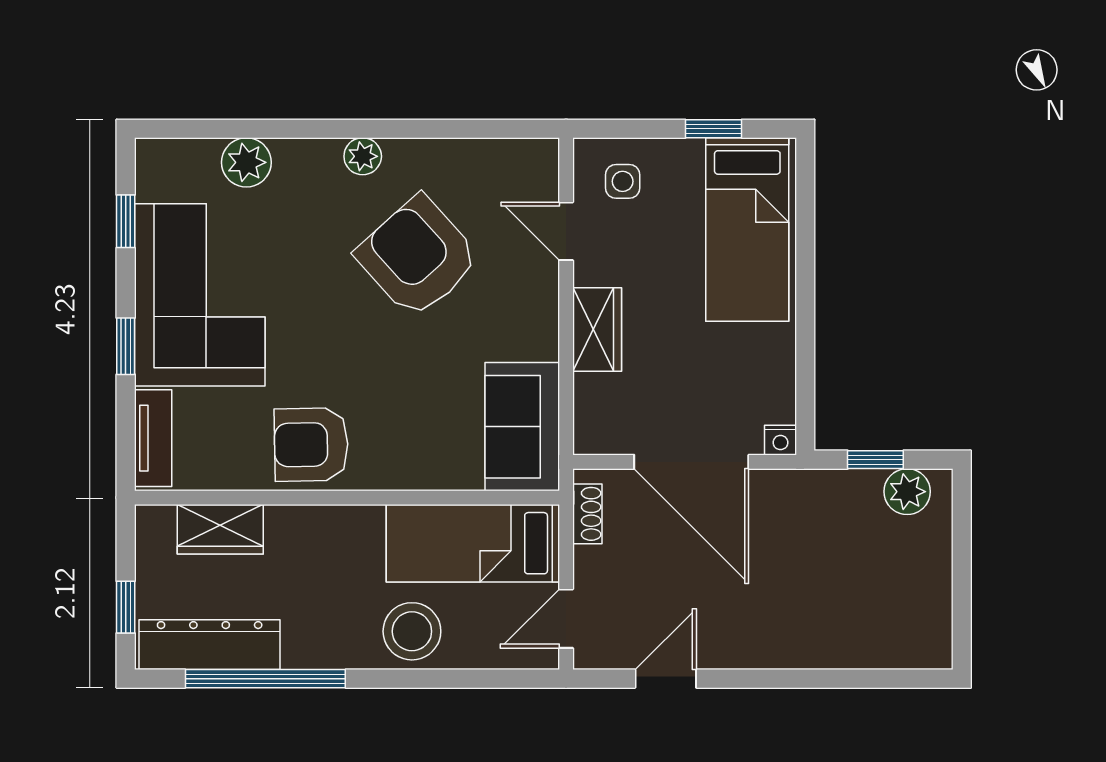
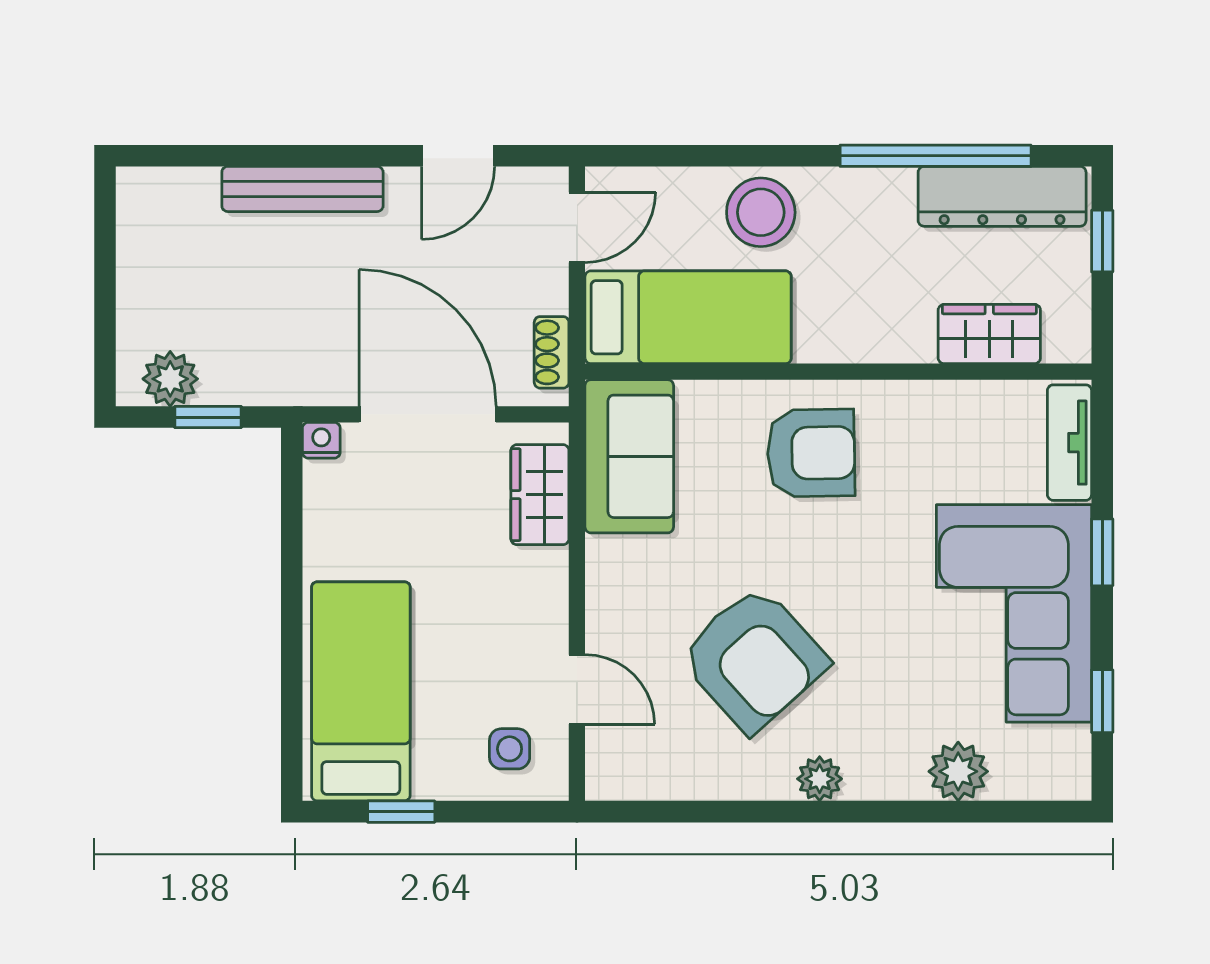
wardrobe: (597, 330) -> (540, 495), moved
armchair: (311, 445) -> (811, 453), moved
bench: (796, 651) -> (302, 189), added

